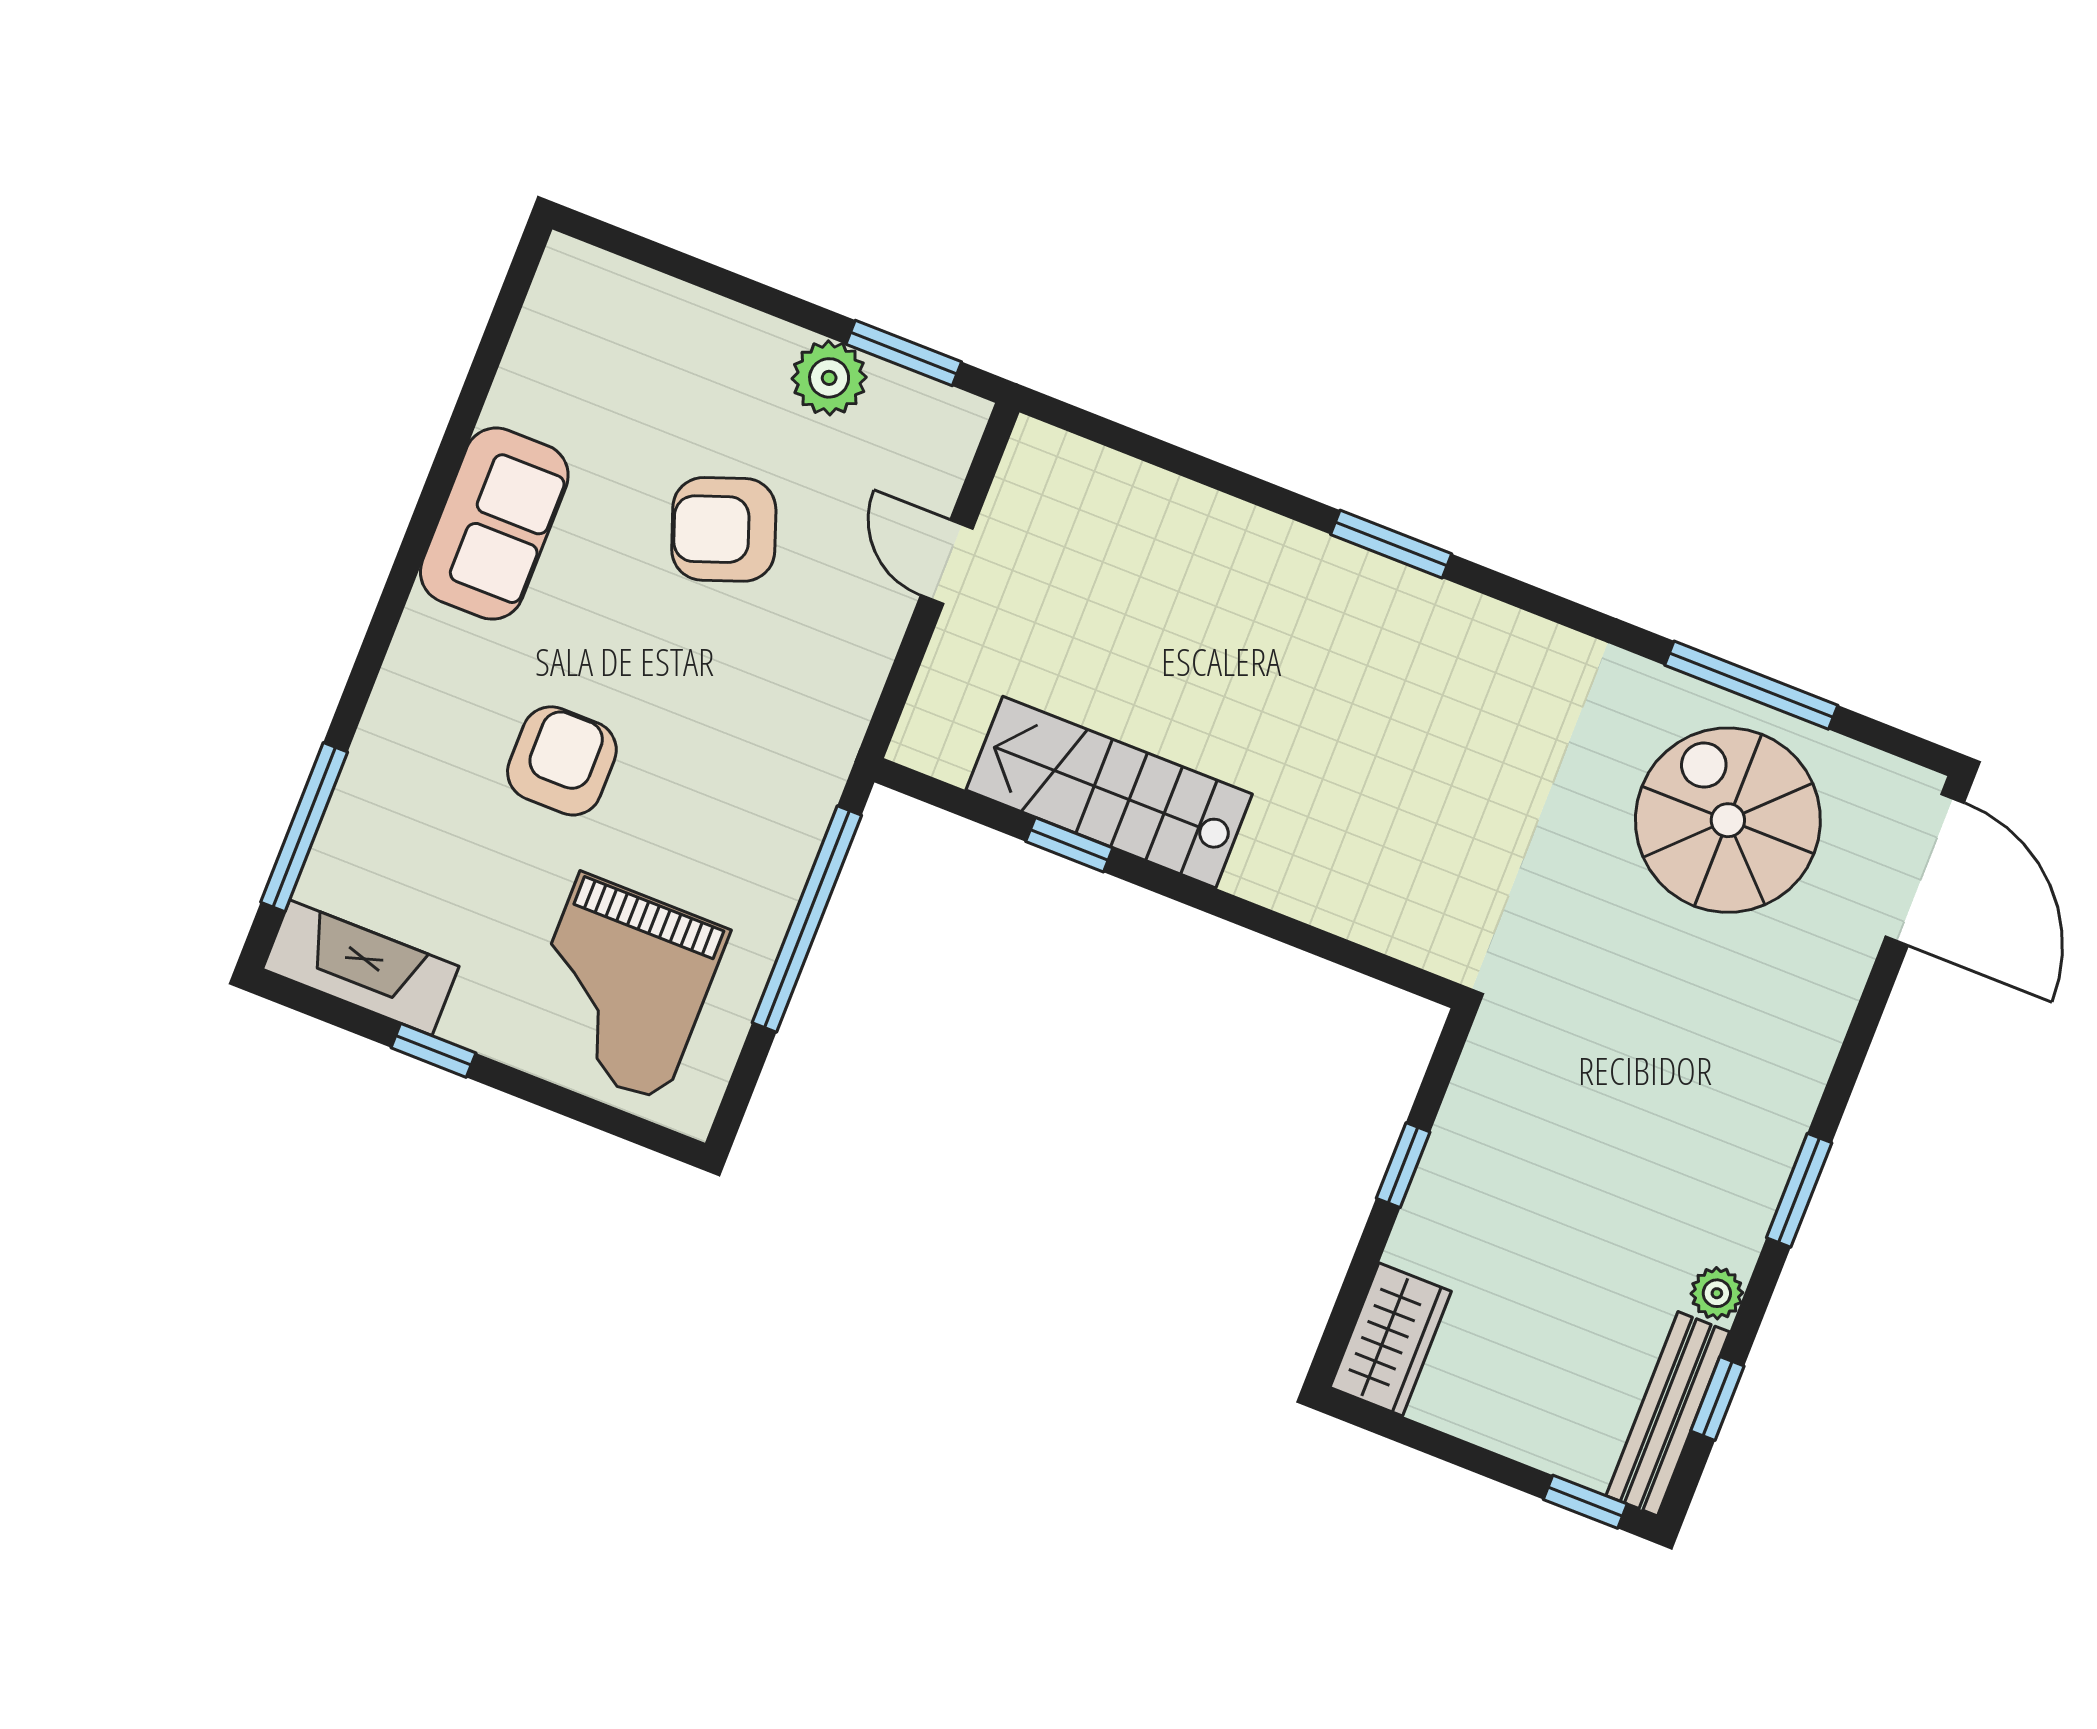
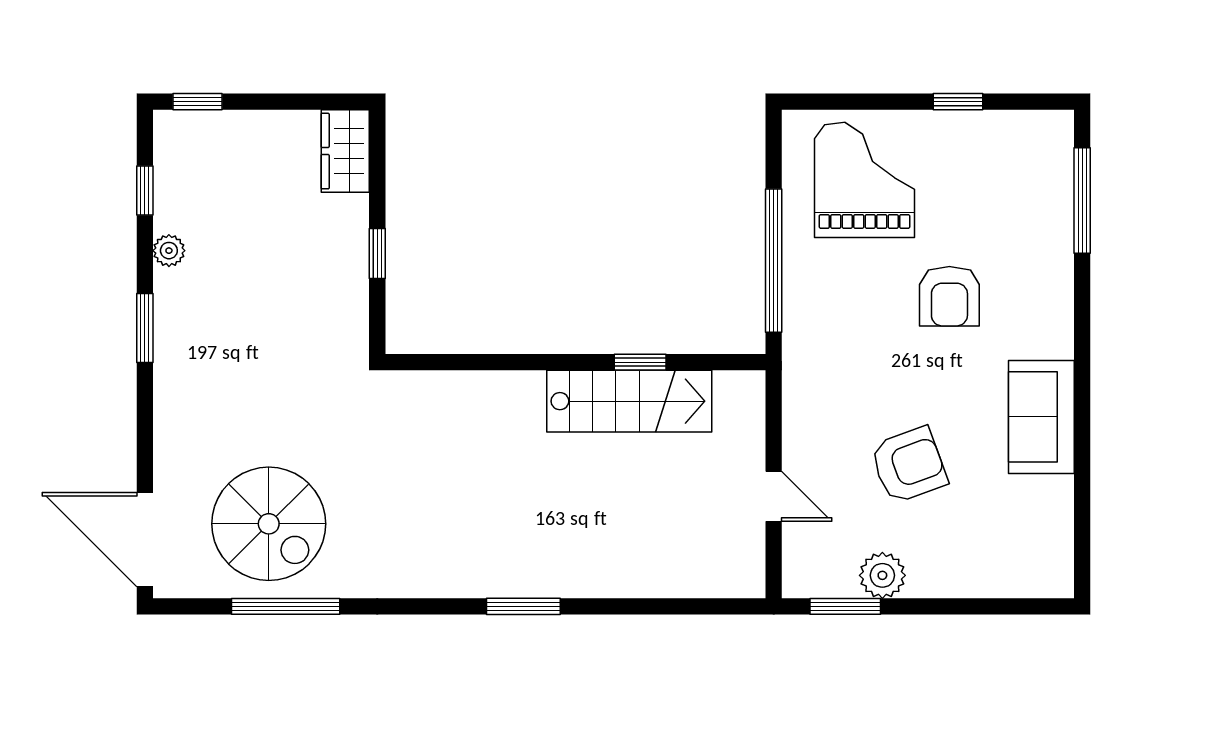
fireplace: (361, 968) -> (1018, 133), removed
bench: (1668, 1414) -> (170, 171), removed

